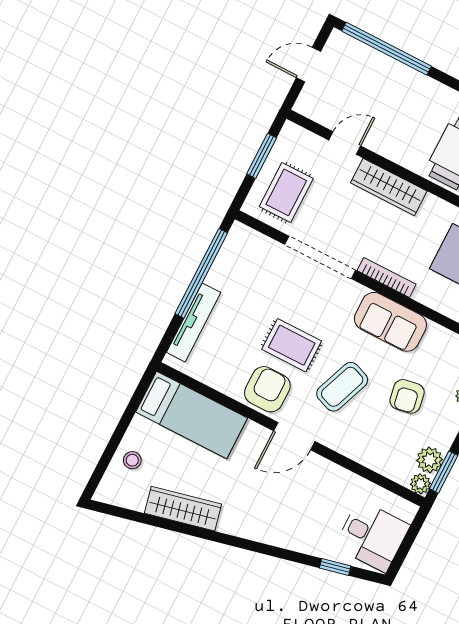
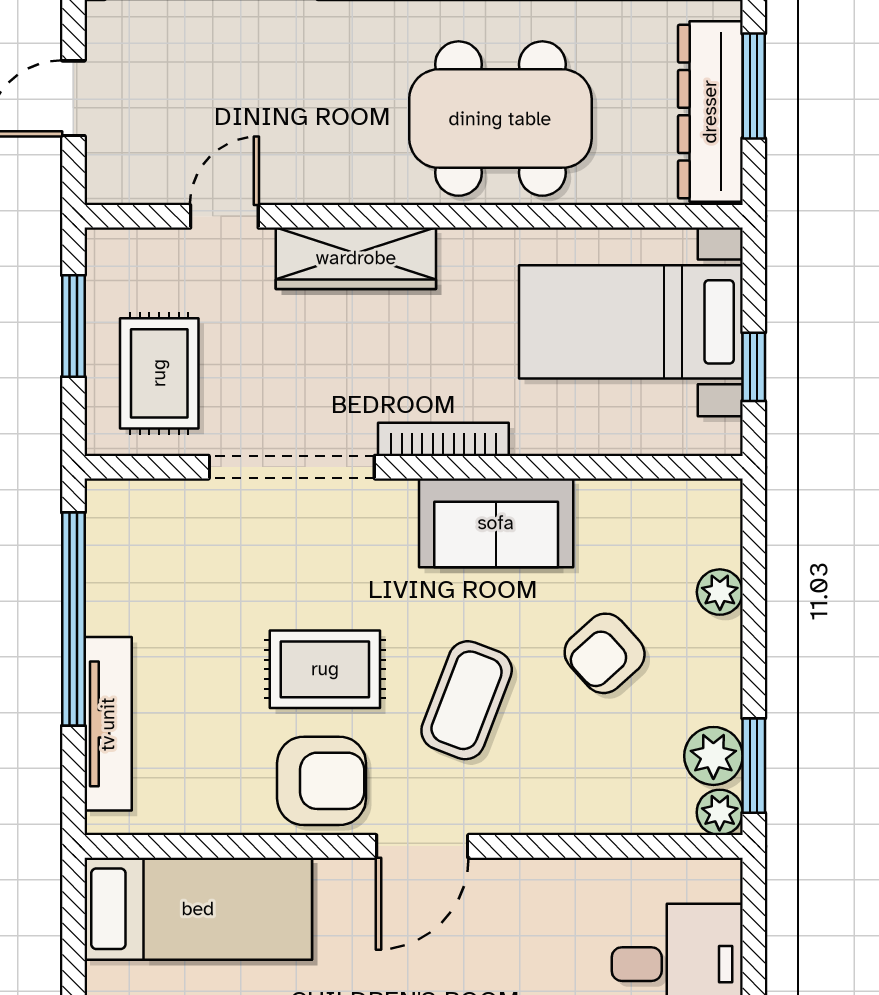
armchair: (267, 389) -> (322, 781), turned 90
armchair: (407, 396) -> (605, 653), turned 58

